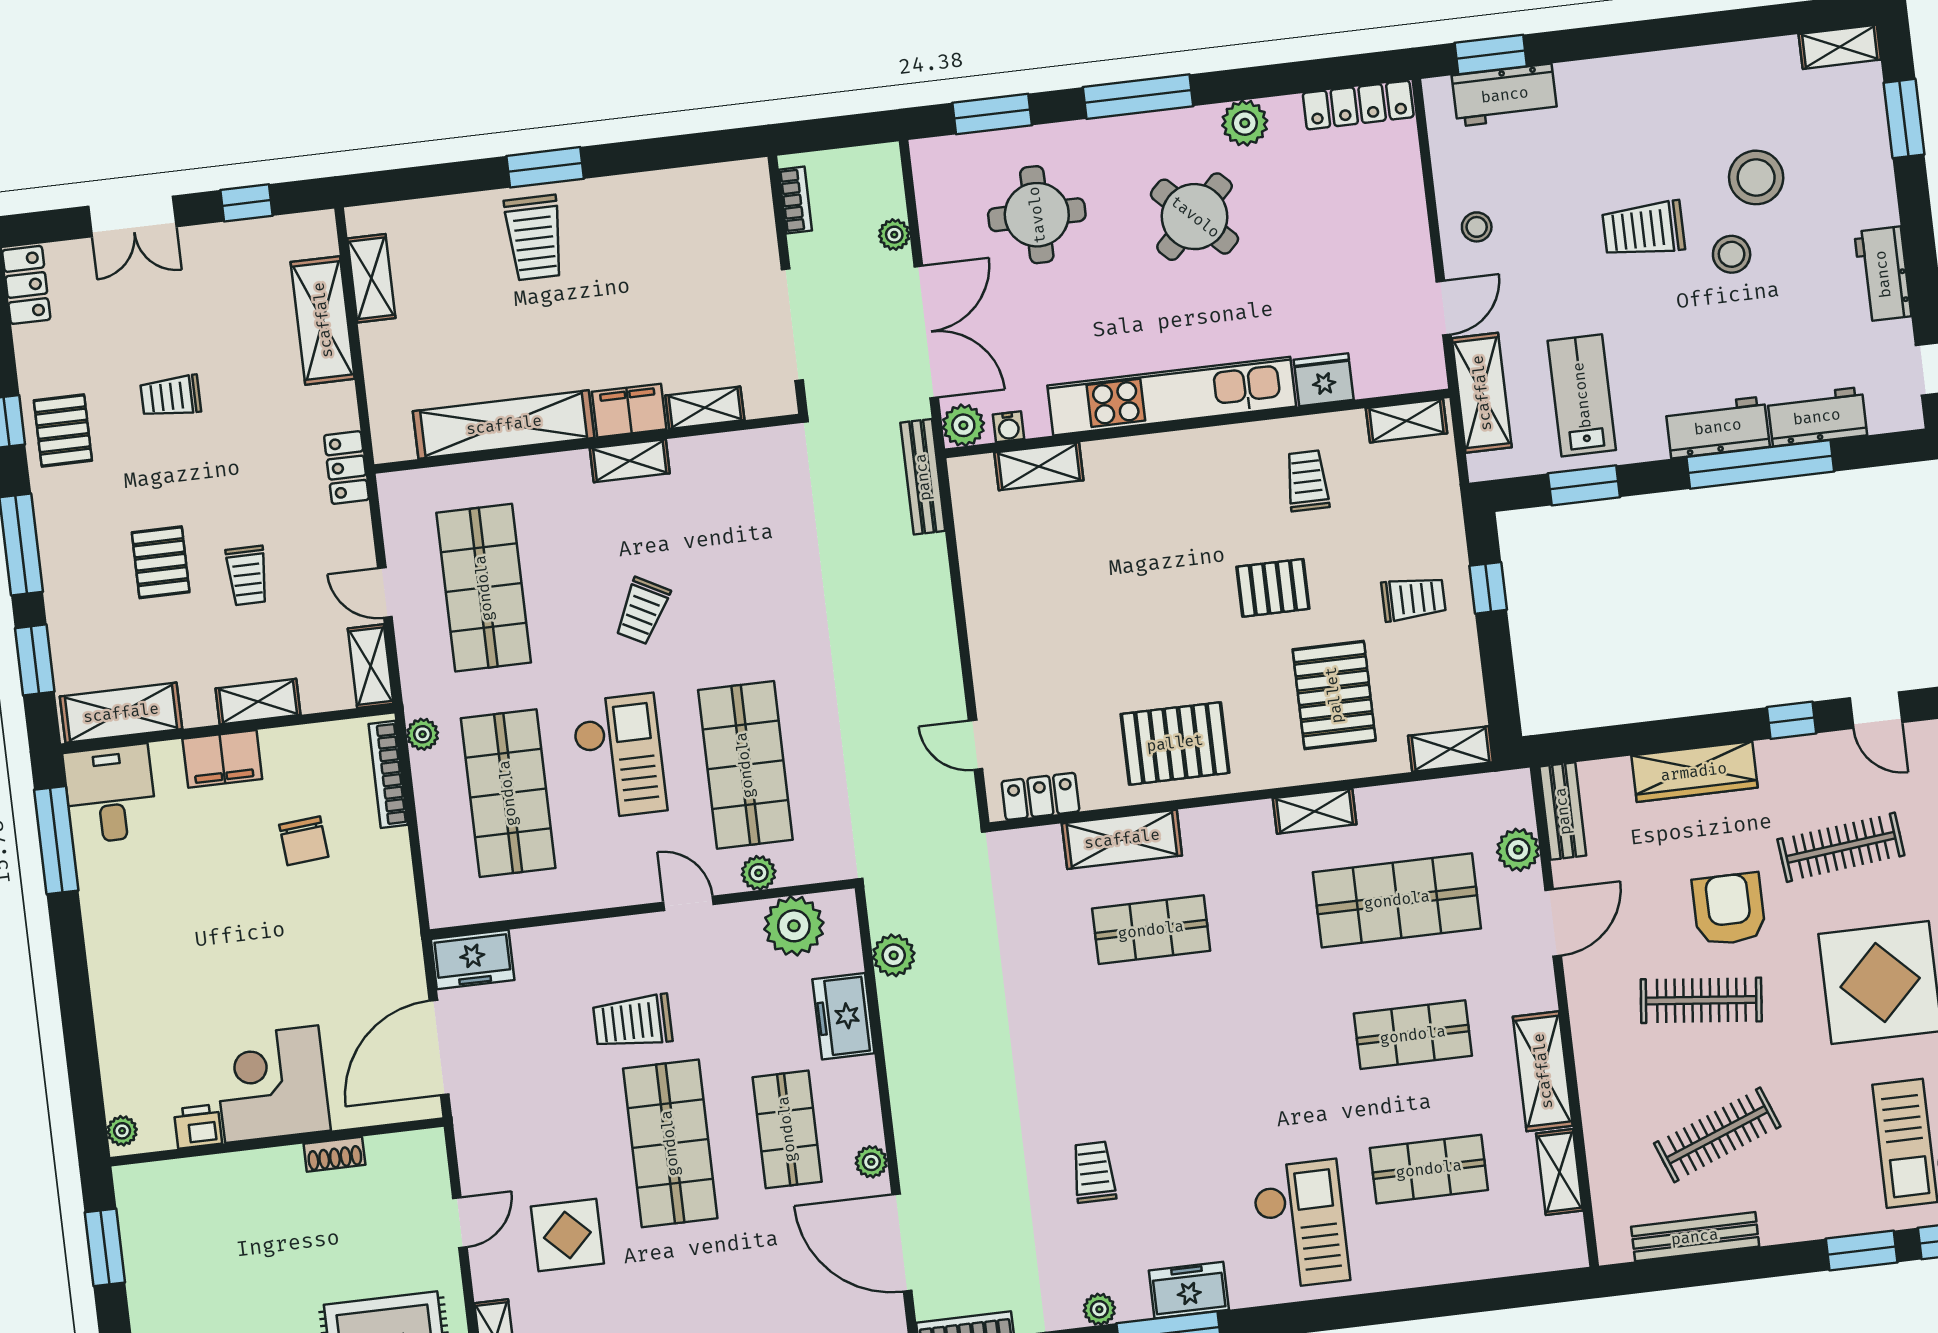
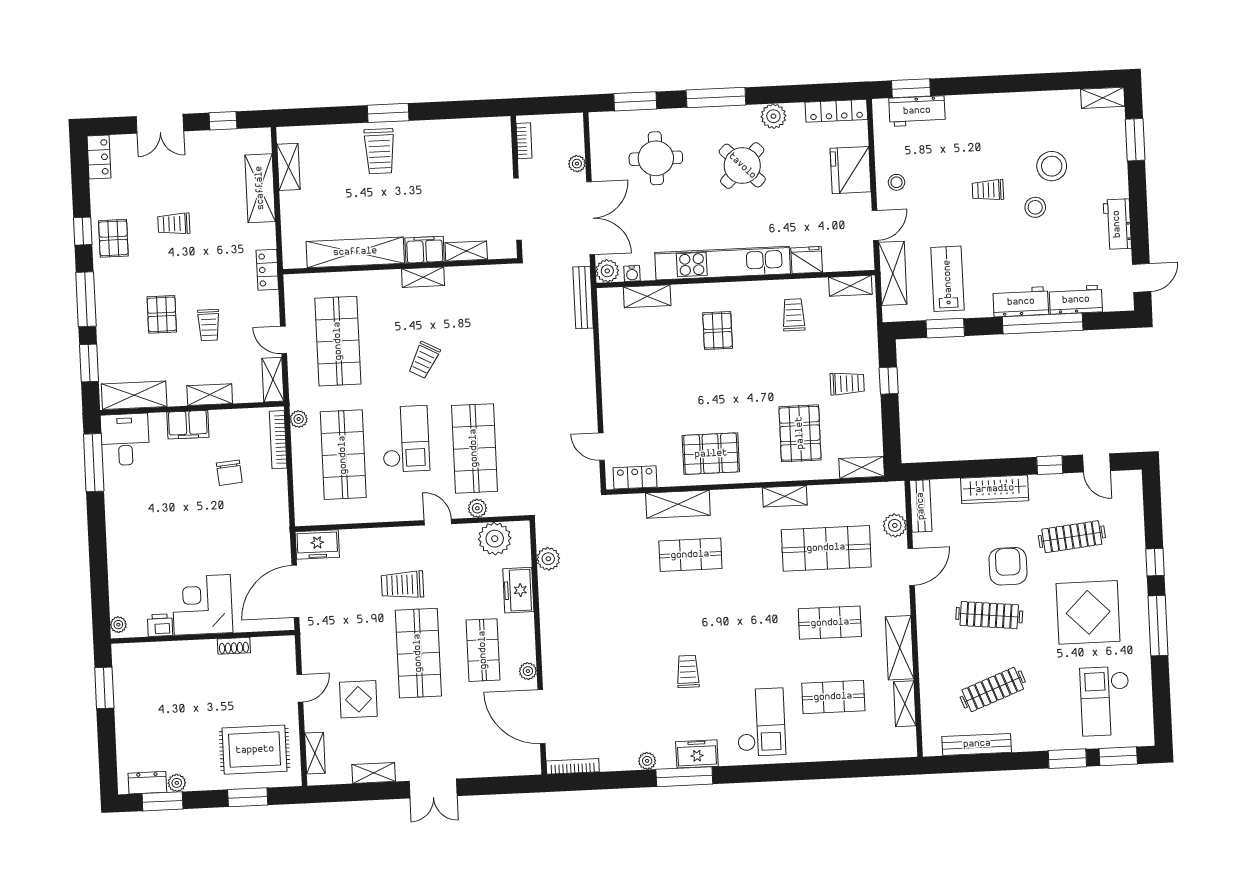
fridge: (1392, 211) -> (851, 170), added
trolley: (1644, 229) -> (988, 190), width x0.73, depth x0.72
pallet: (1273, 588) -> (718, 331), moved, turned 90
trolley: (1094, 1172) -> (688, 672), moved

